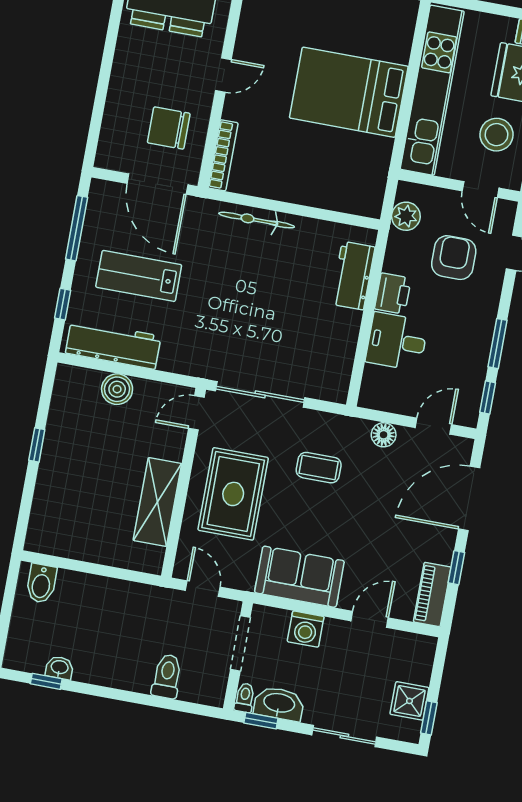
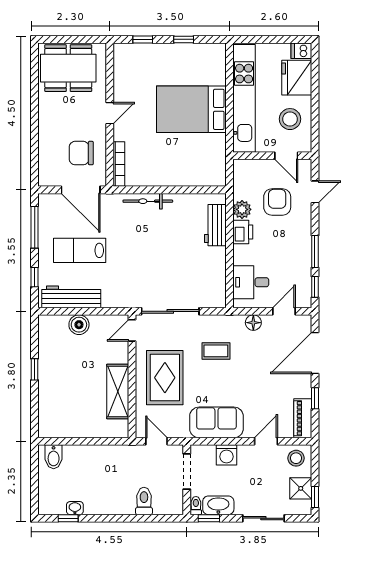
plant: (406, 216) -> (242, 209), moved
desk: (397, 341) -> (251, 282), moved
stool: (411, 654) -> (296, 458), added

